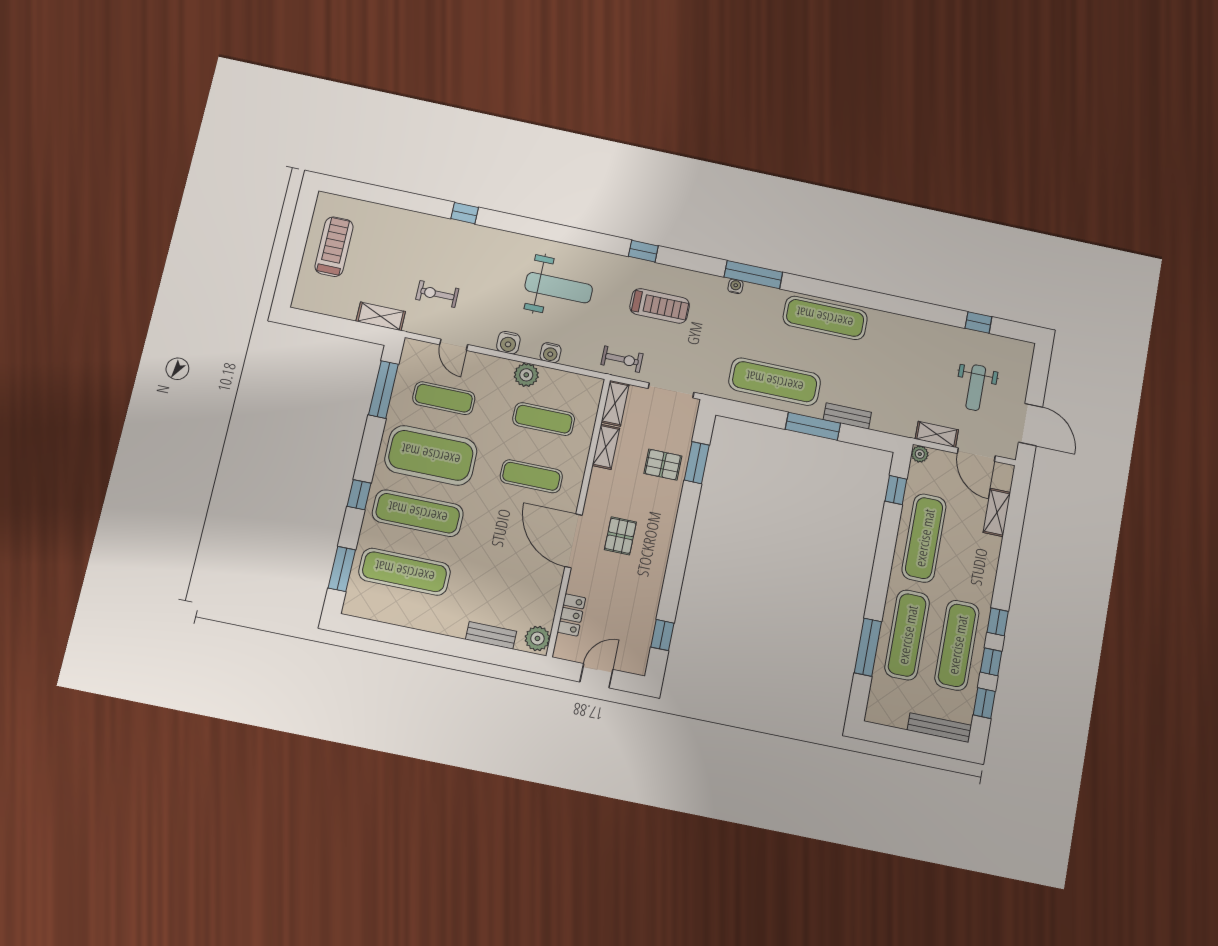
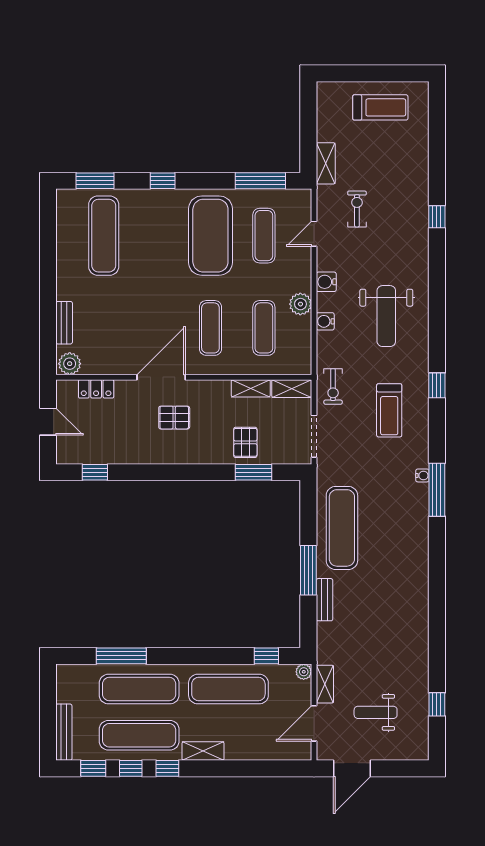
exercise mat: (825, 318) -> (411, 563), removed
shelving: (997, 512) -> (203, 751), moved
exercise mat: (418, 513) -> (157, 236), removed

